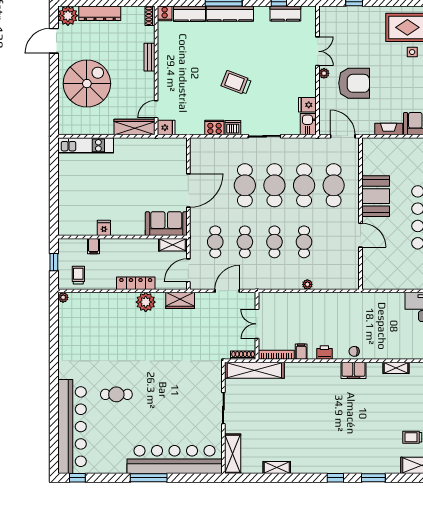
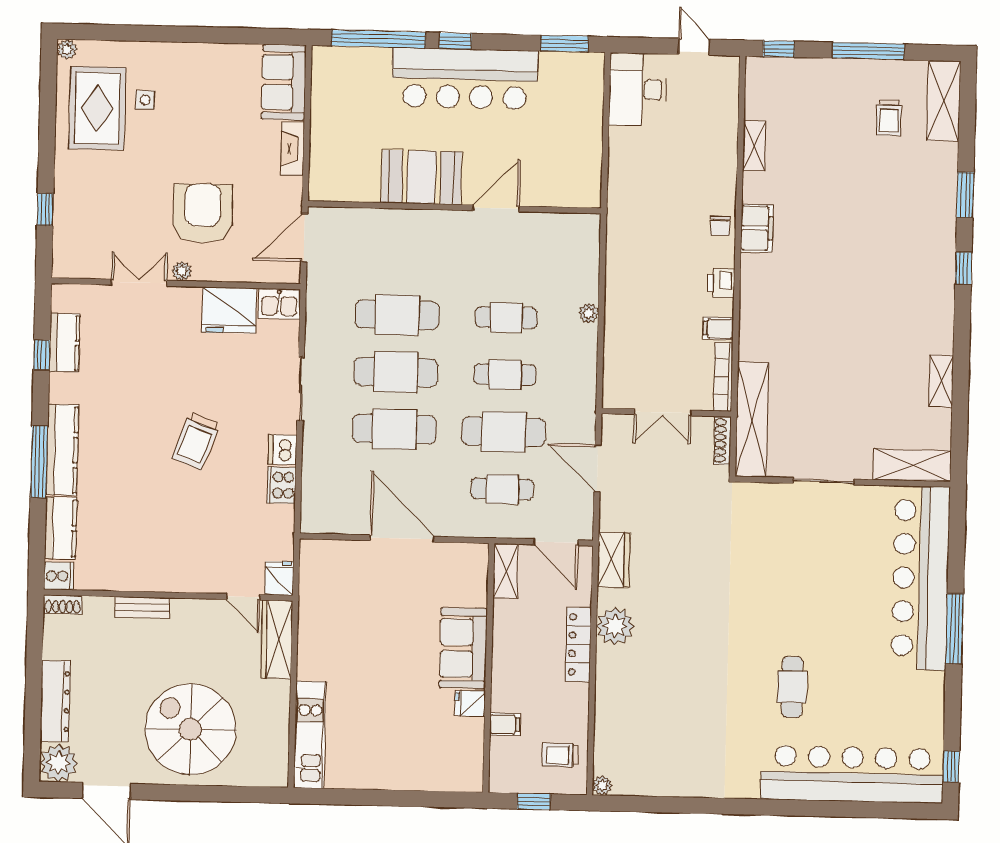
fridge: (307, 105) -> (229, 310), width x1.88, depth x1.34
cafe table: (334, 185) -> (399, 258), removed
sofa: (166, 224) -> (463, 648), moved
cafe table: (245, 242) -> (504, 432), width x1.37, depth x1.35

